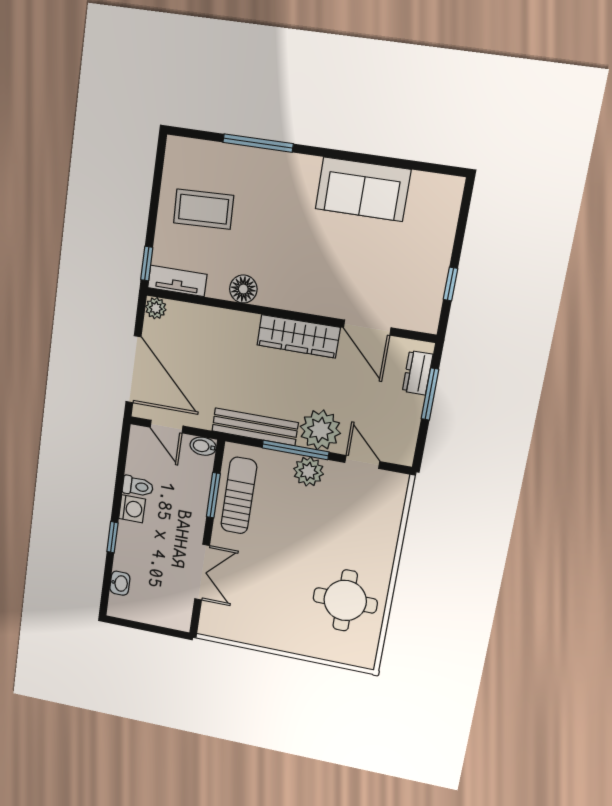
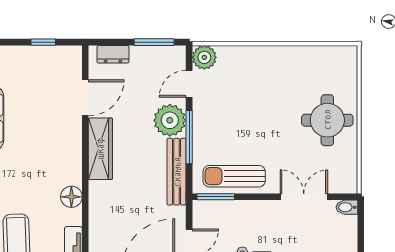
window: (430, 394) -> (154, 42), moved
bidet: (203, 446) -> (347, 207), moved, turned 90
plant: (309, 471) -> (204, 57), moved
window: (213, 495) -> (216, 197), moved
round table: (345, 600) -> (327, 120), moved

